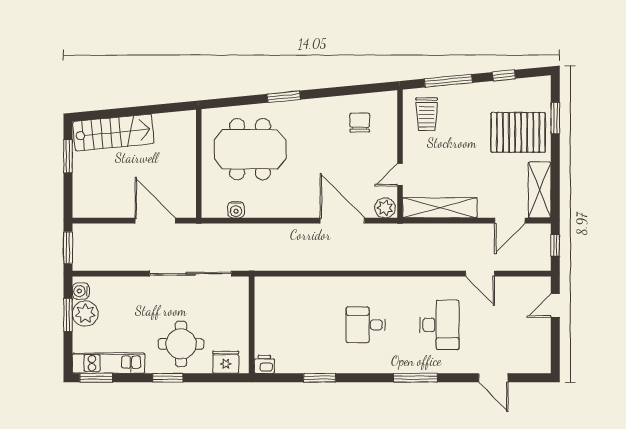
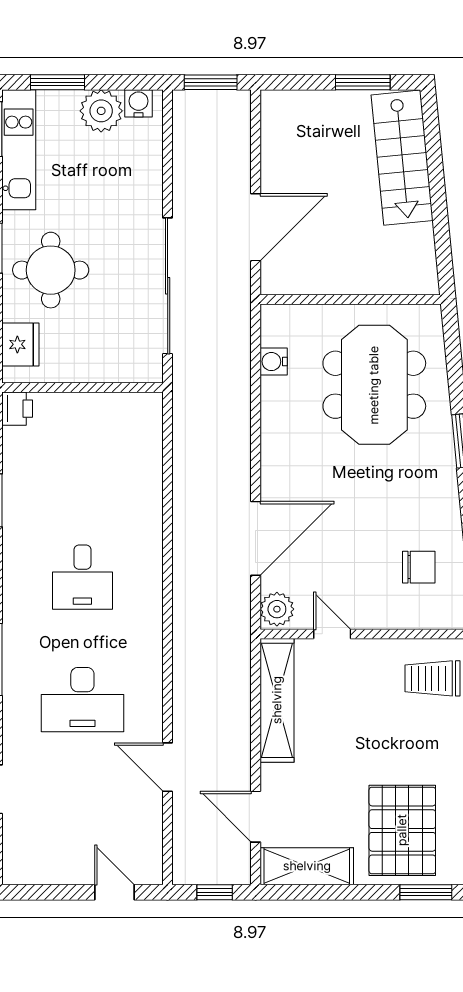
door: (480, 274) -> (168, 767), hinge flipped
window: (68, 315) -> (58, 82), moved
desk: (366, 325) -> (82, 577), turned 180

